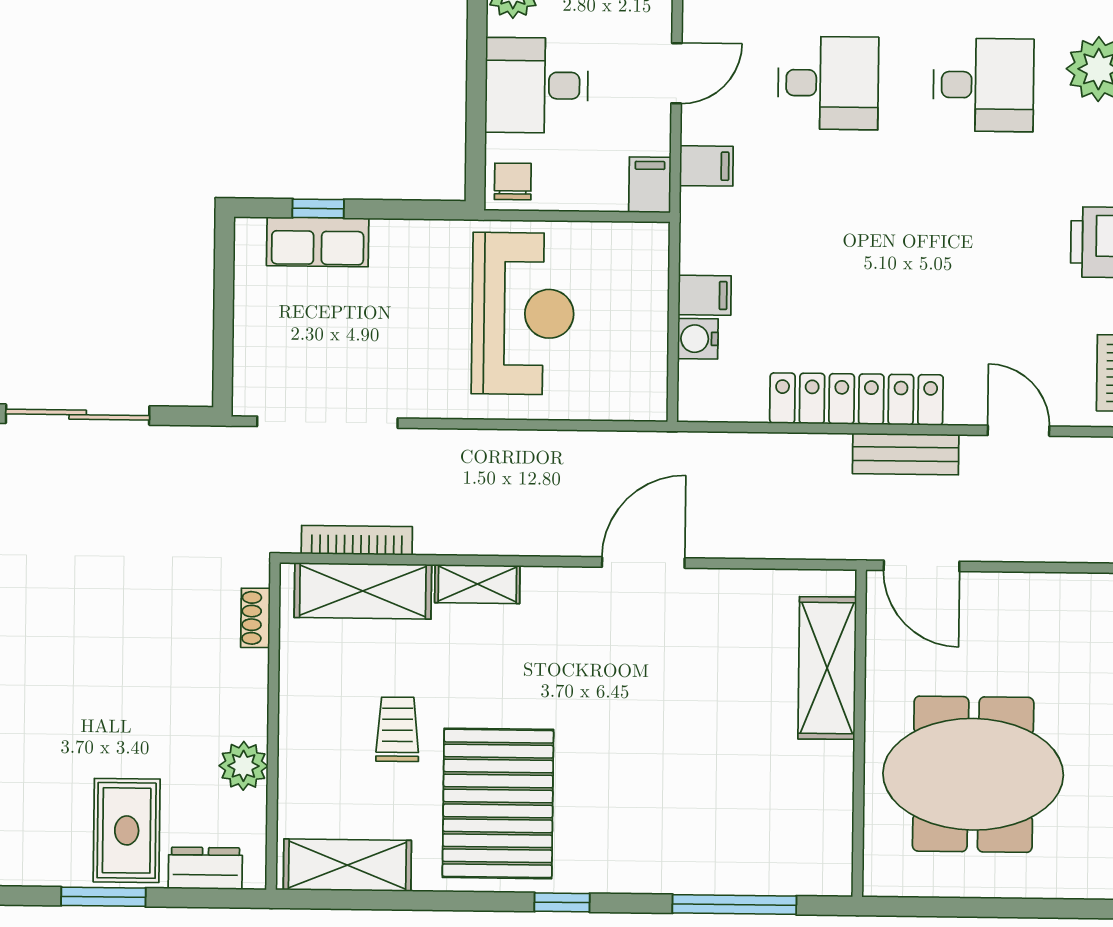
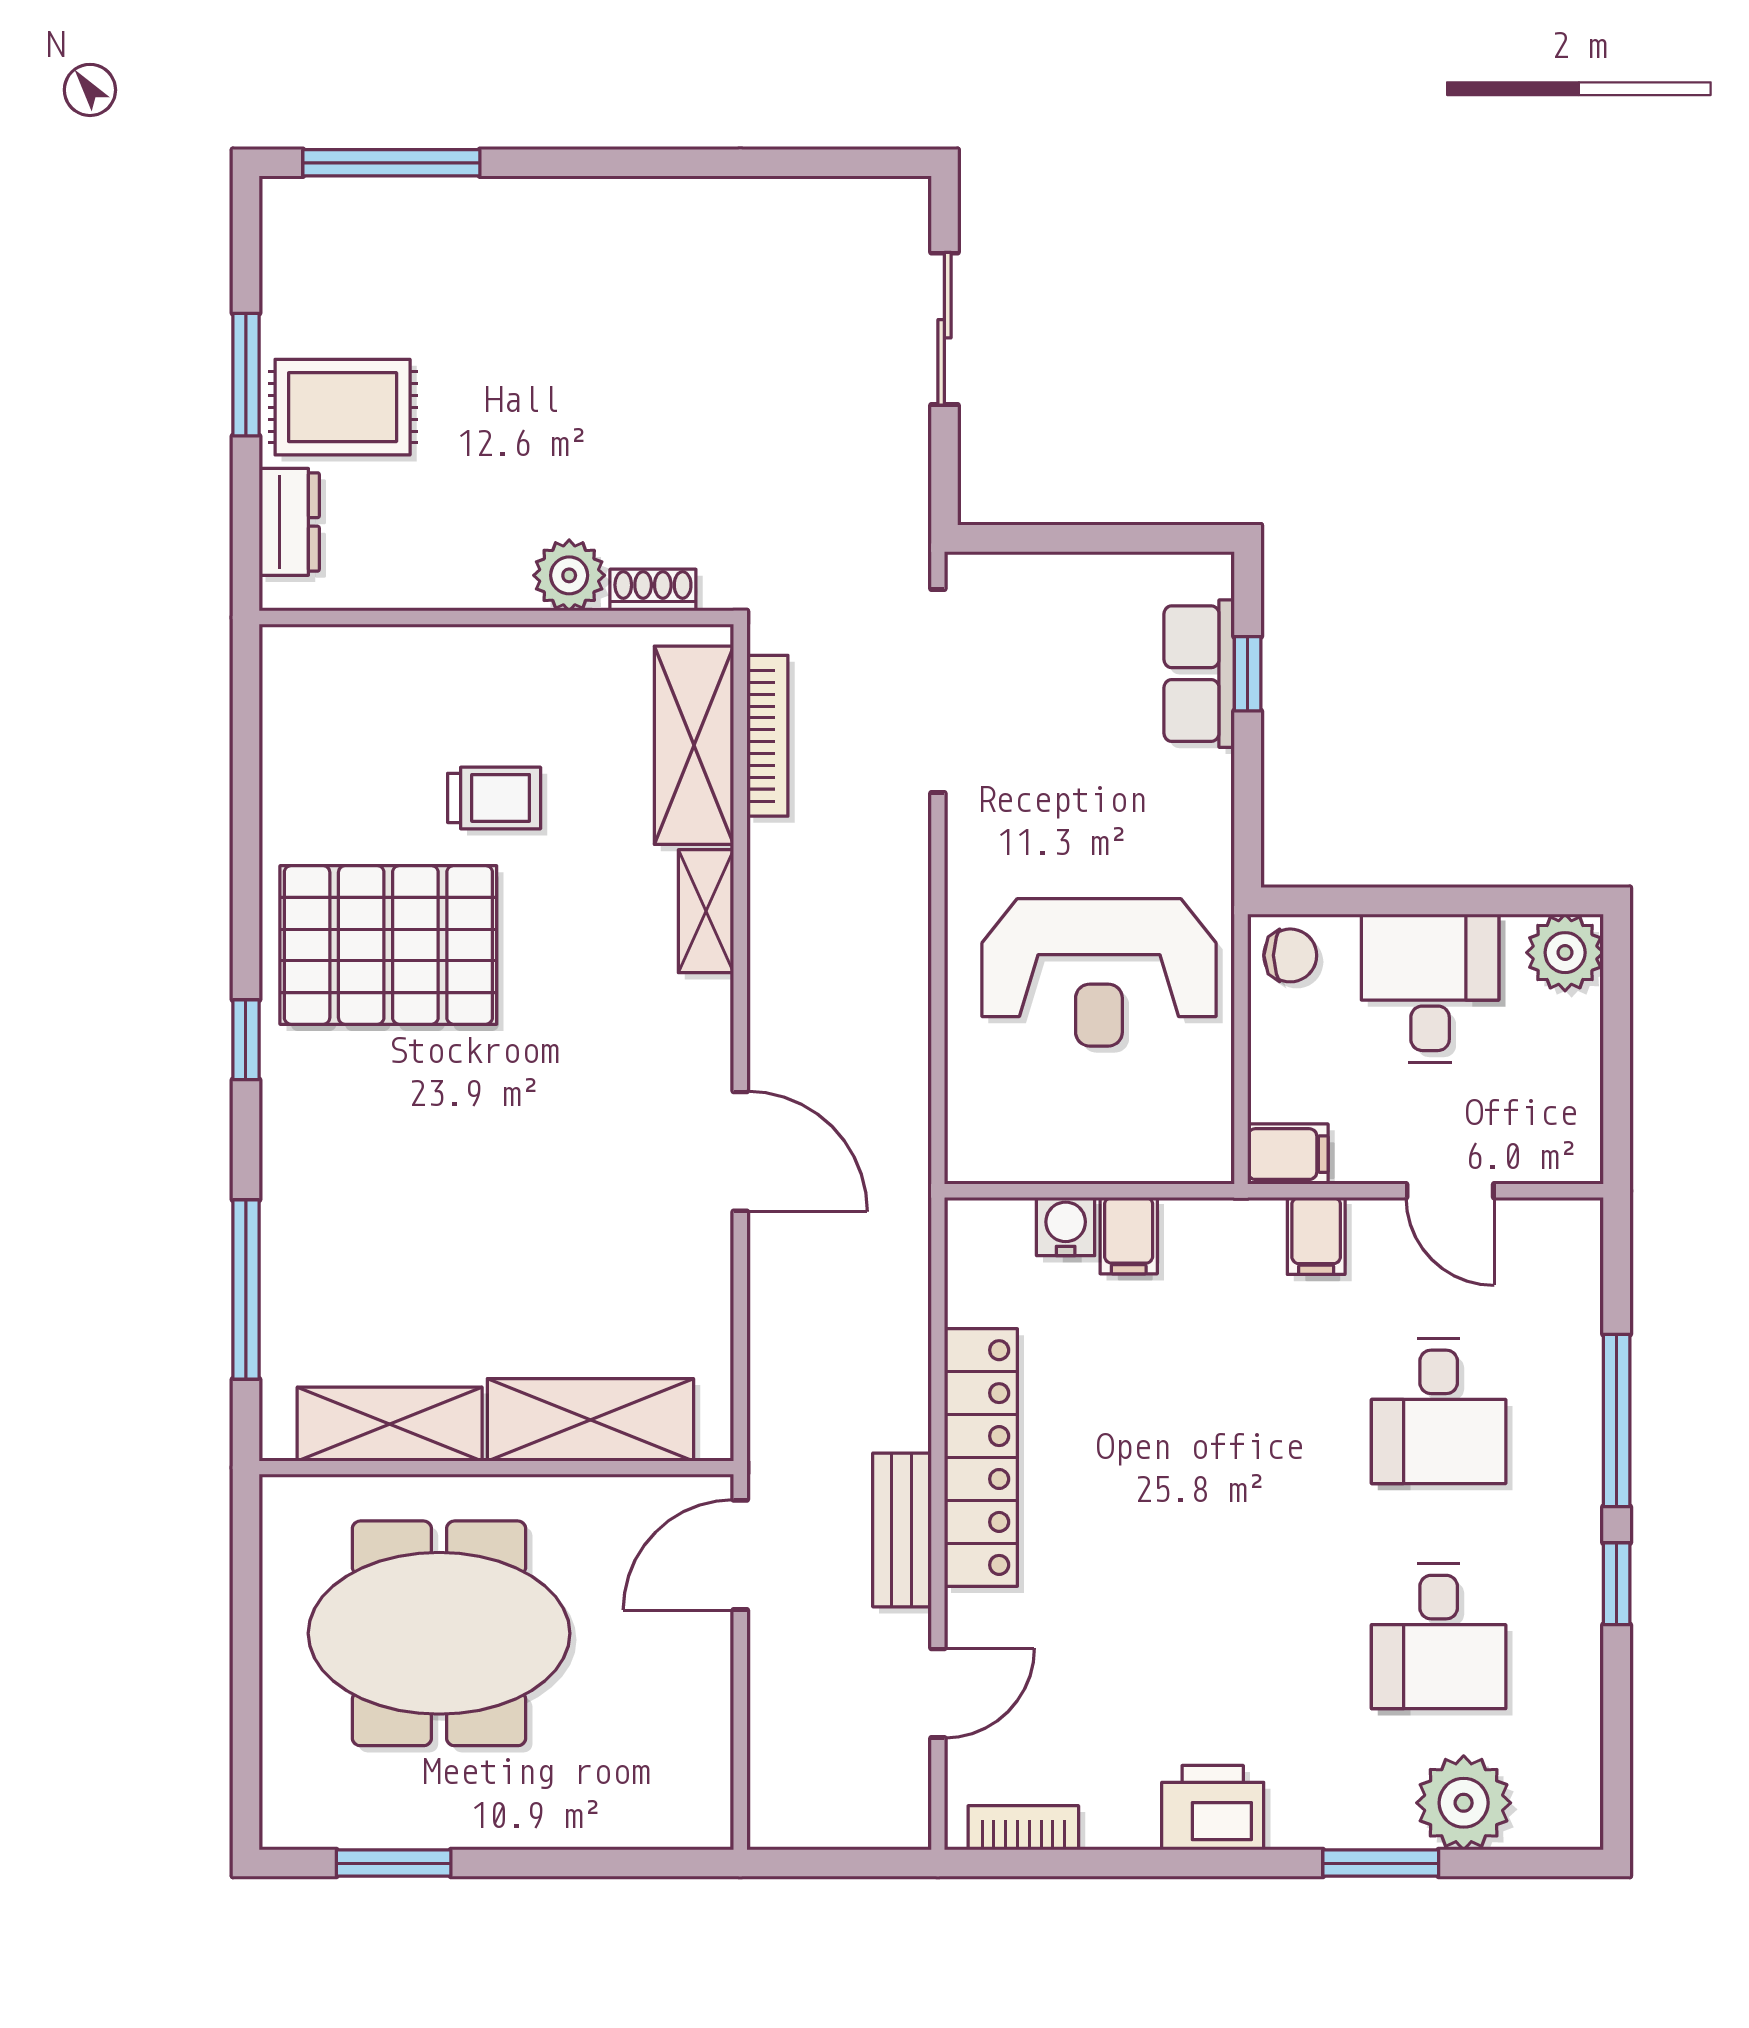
sliding door: (78, 415) -> (944, 329), width x0.73
plant: (243, 766) -> (569, 575), moved
meeting table: (973, 774) -> (439, 1633), turned 90
shelving: (347, 865) -> (390, 1424), moved, turned 90

